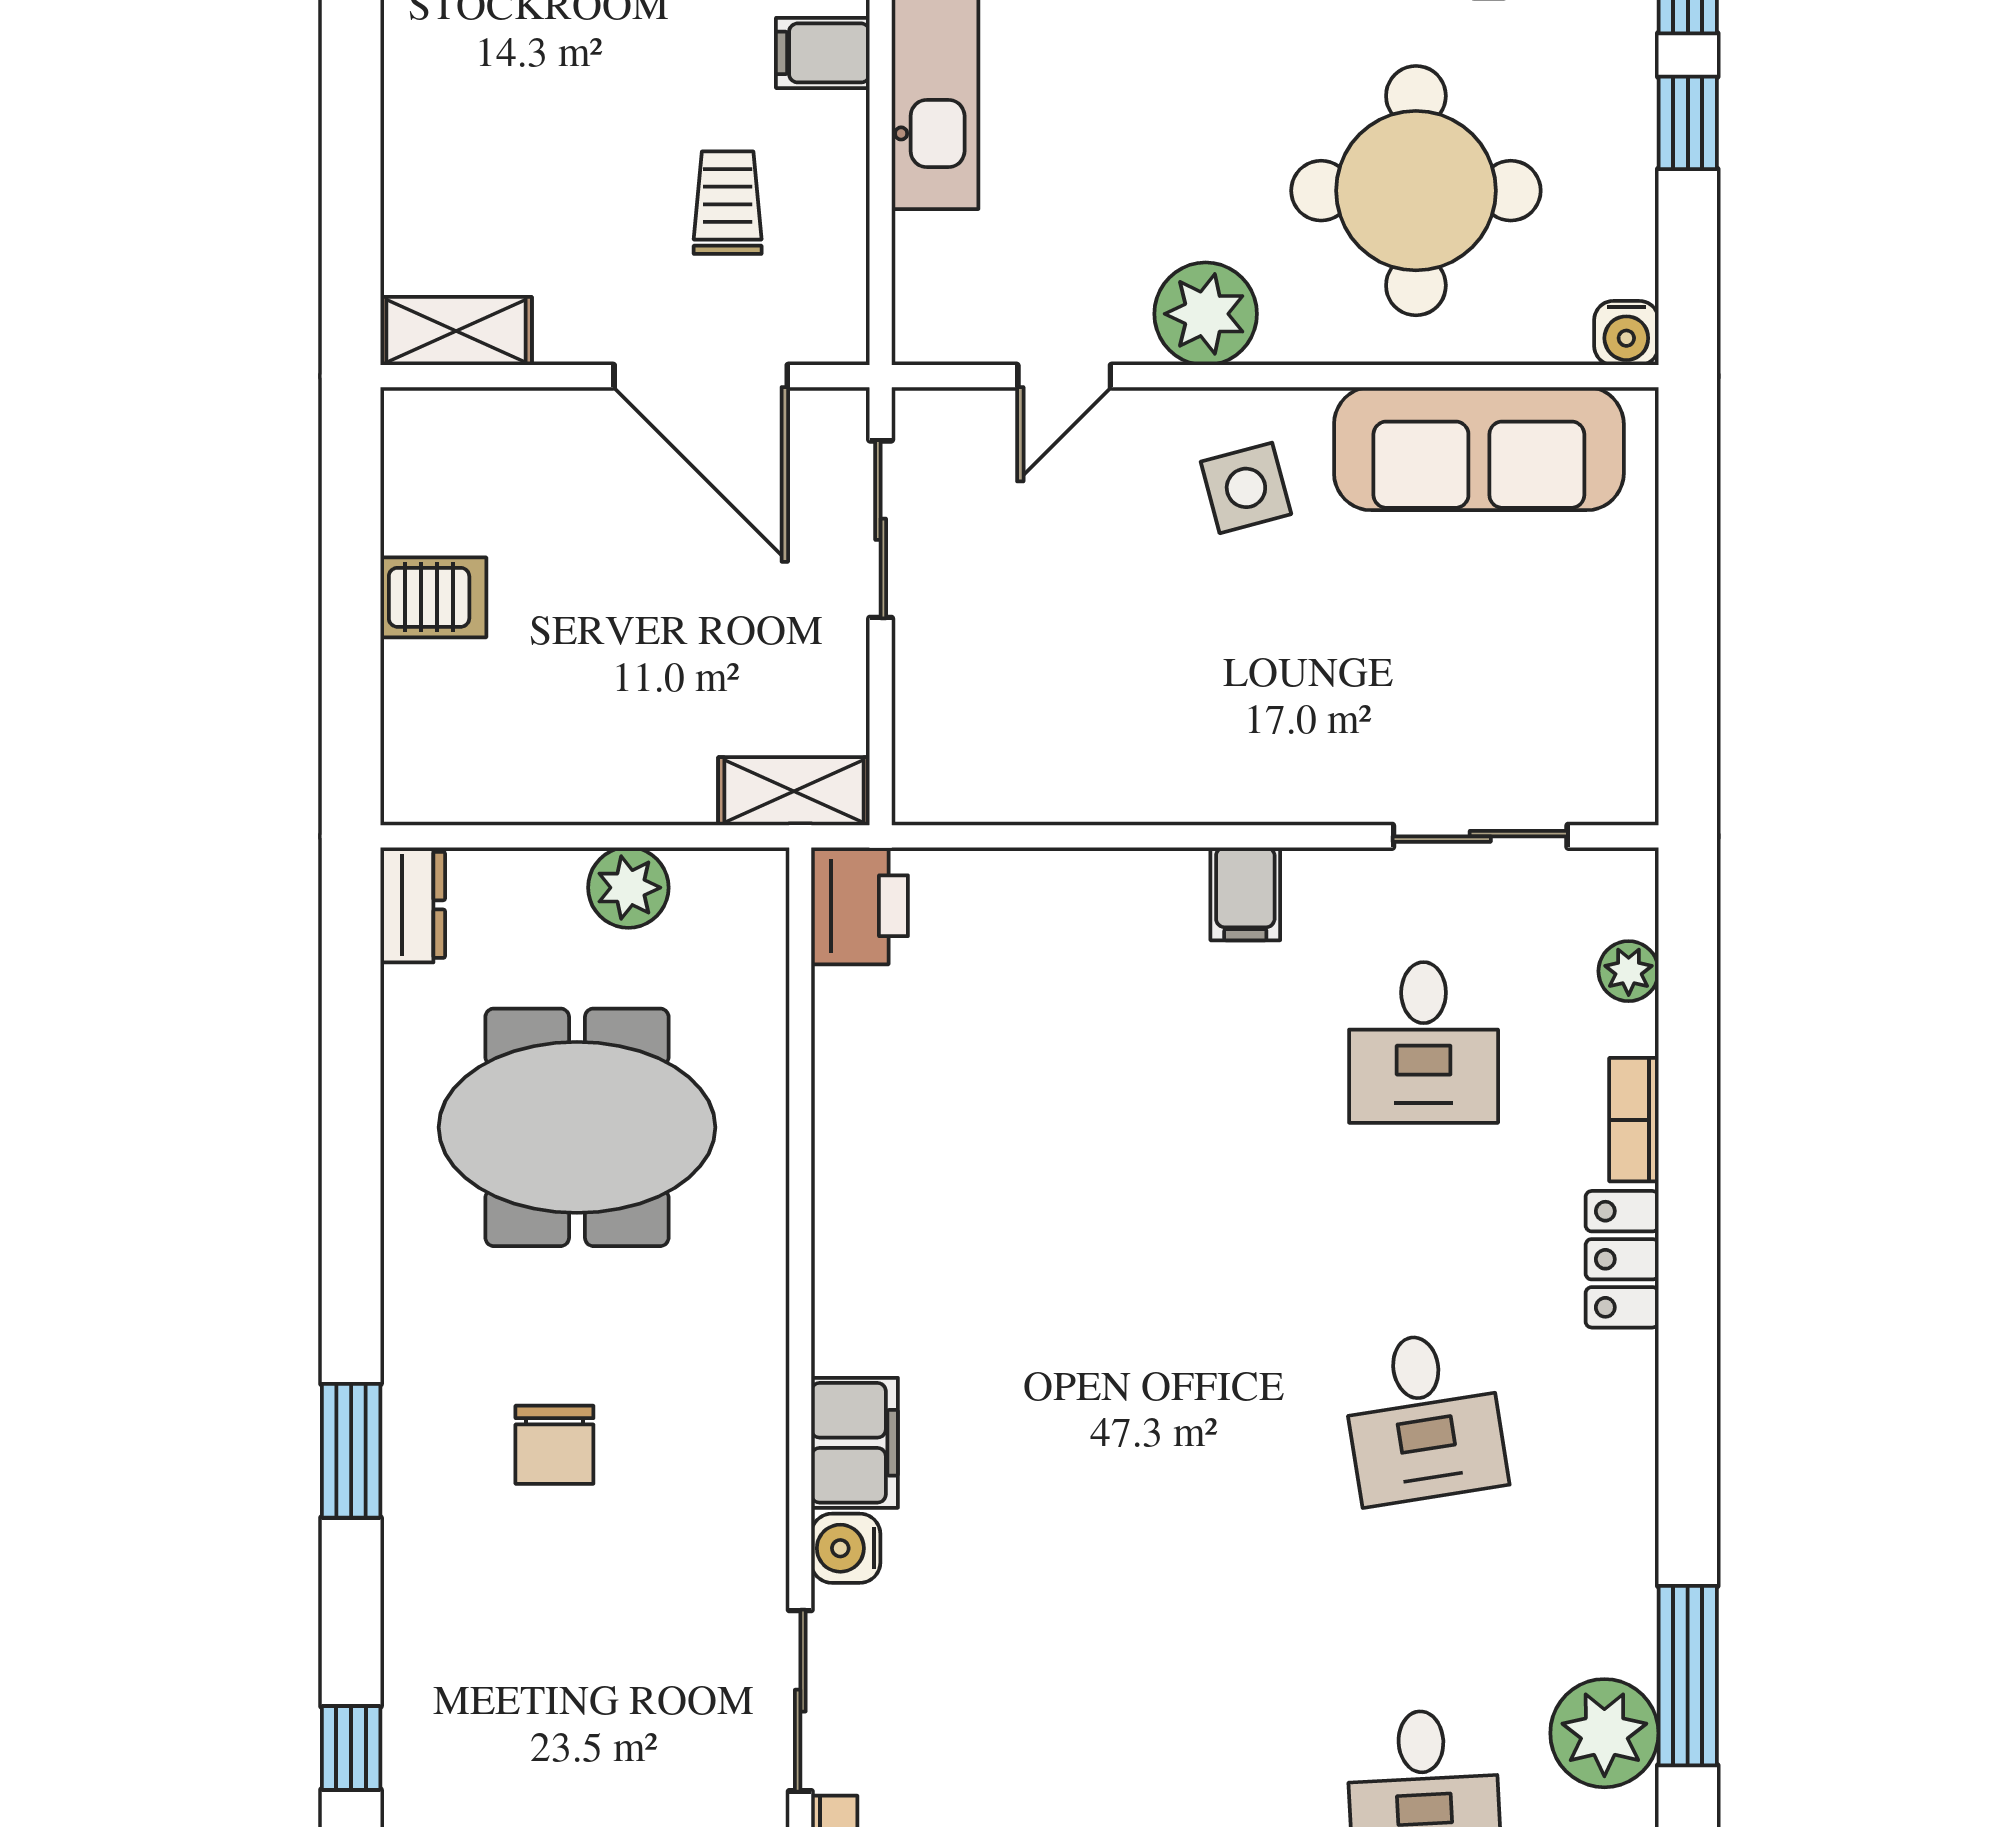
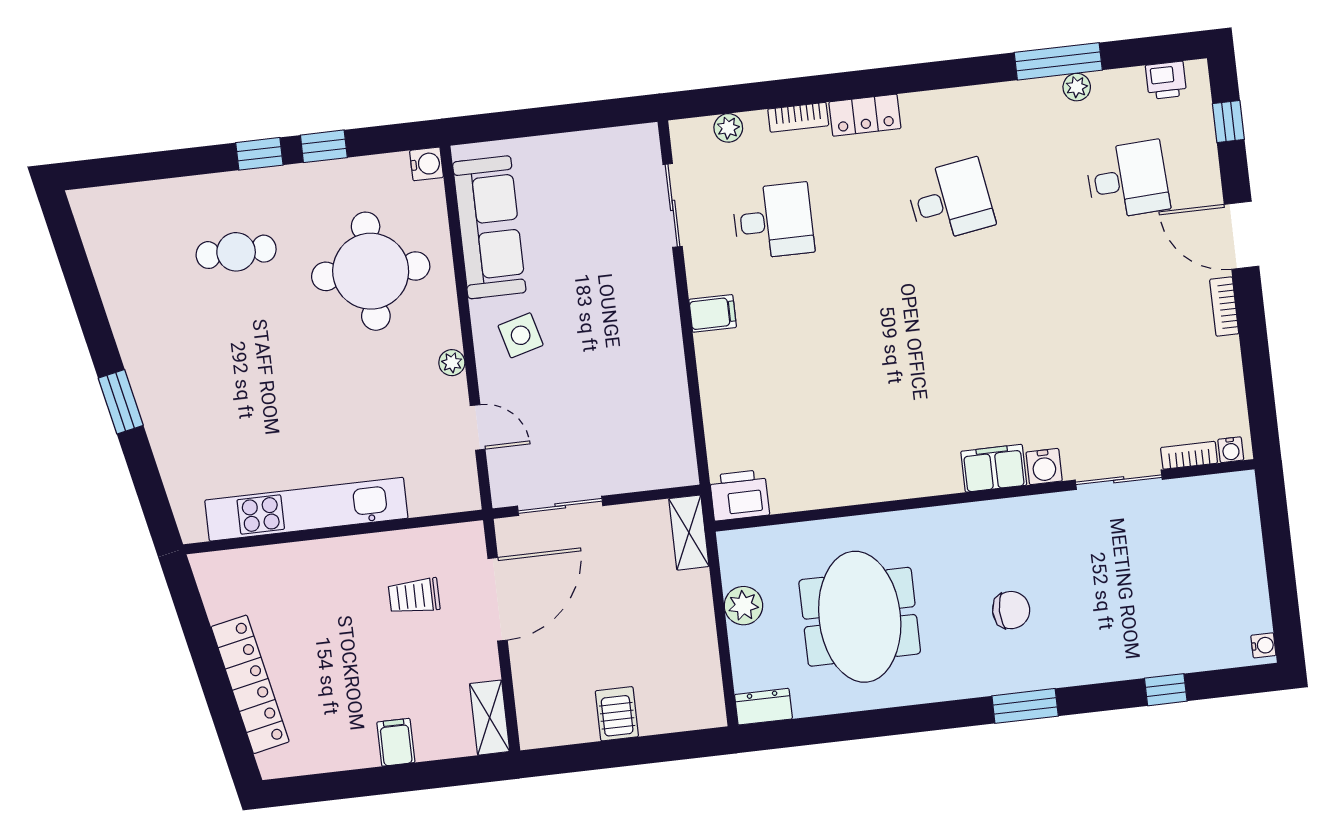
filing cabinet: (823, 53) -> (396, 742), moved, turned 180
plant: (1206, 314) -> (452, 363), width x0.53, depth x0.53
plant: (1604, 1733) -> (1077, 87), width x0.53, depth x0.53

